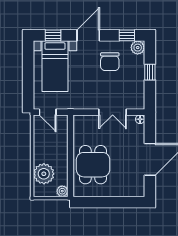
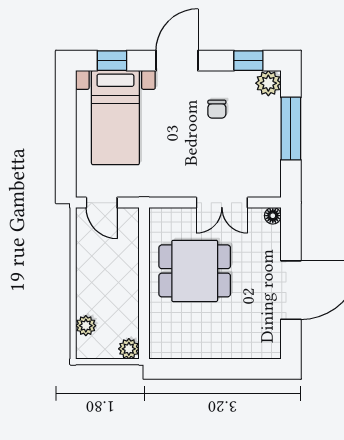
chair: (110, 62) -> (217, 109), width x0.54, depth x0.54
window: (150, 72) -> (291, 129), width x2.17
dining table: (93, 165) -> (195, 271), moved, turned 90
plant: (44, 174) -> (86, 326), width x0.53, depth x0.53

